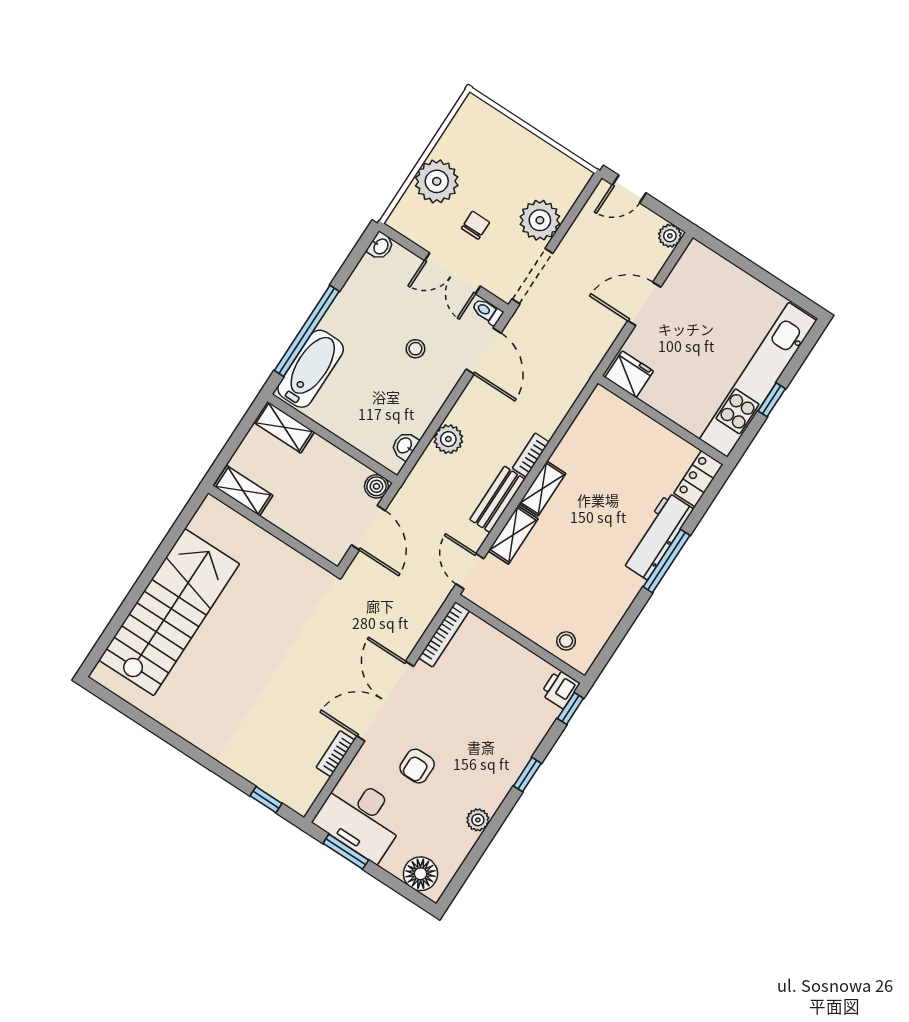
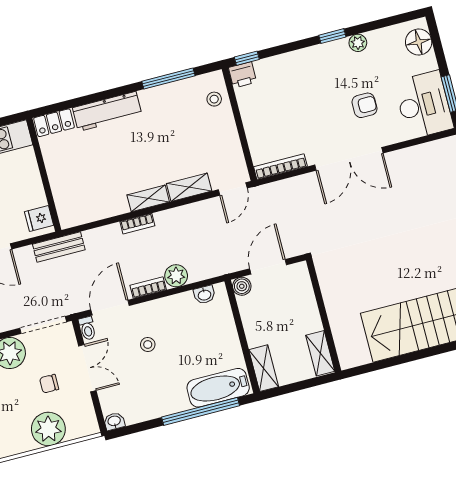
fridge: (629, 374) -> (39, 218), width x0.72
bench: (497, 499) -> (59, 247), moved
window: (667, 561) -> (168, 78), moved
bookcase: (335, 754) -> (148, 287), moved, turned 180
window: (527, 775) -> (332, 36), moved

